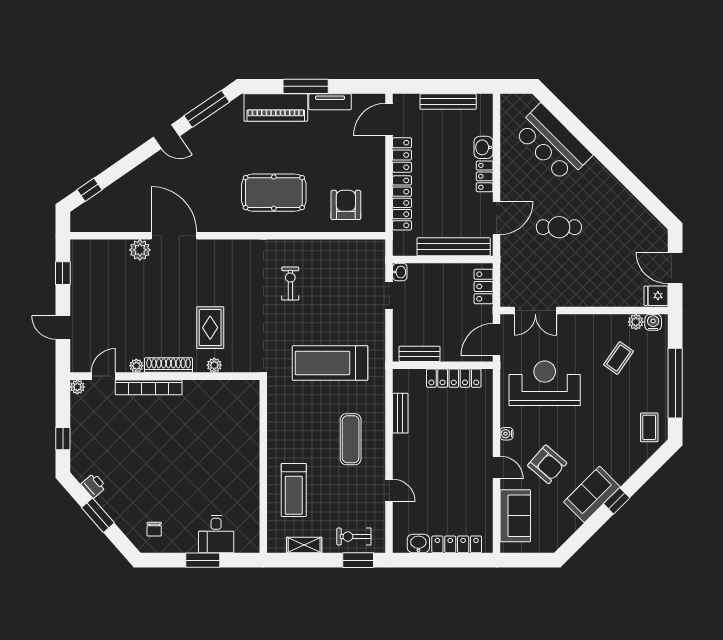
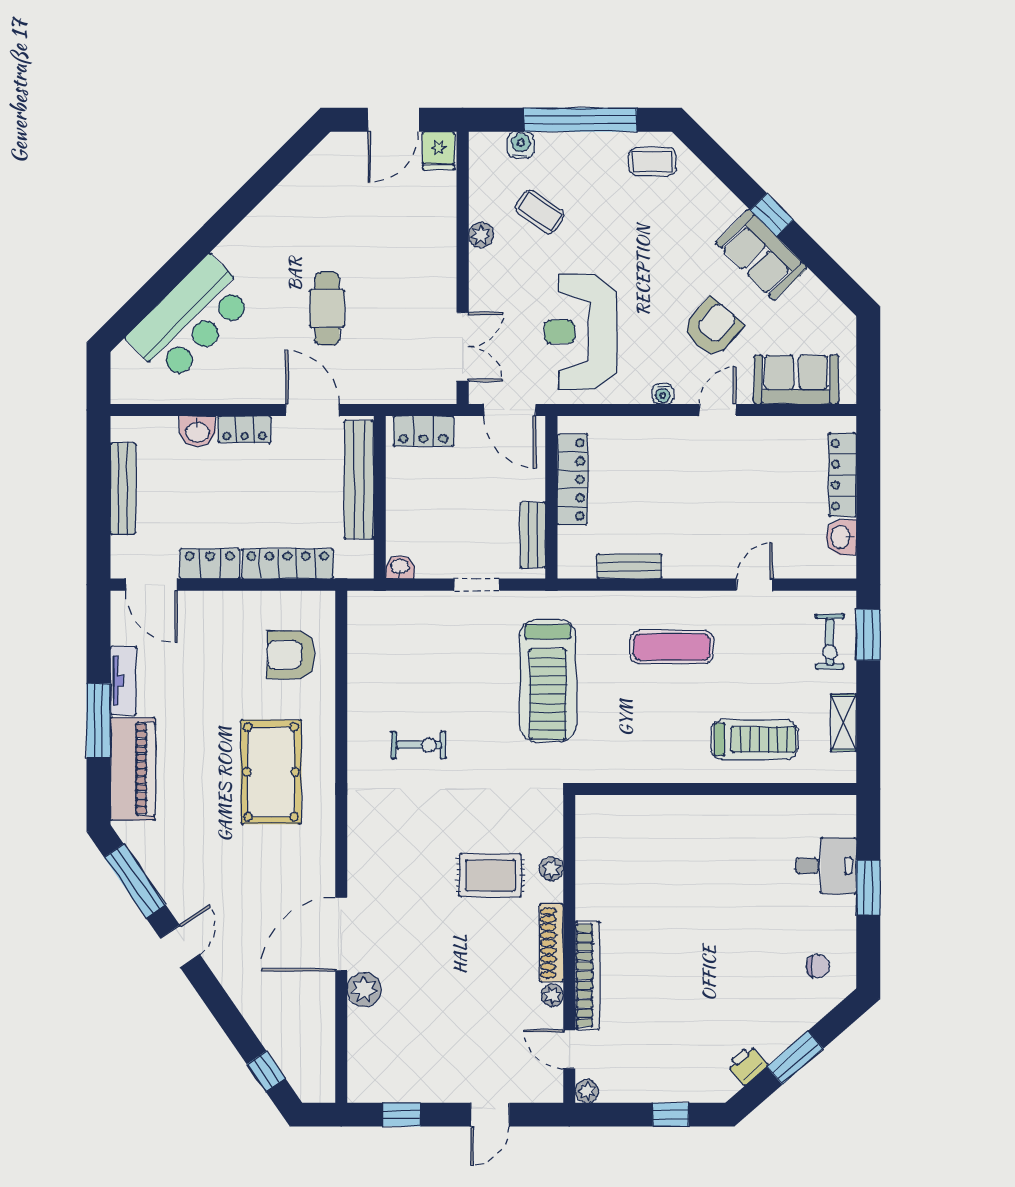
exercise bike: (290, 284) -> (419, 745), turned 180
doorway: (389, 296) -> (477, 585), moved
plant: (636, 322) -> (481, 235), moved
water cooler: (653, 322) -> (521, 145), moved, turned 90

